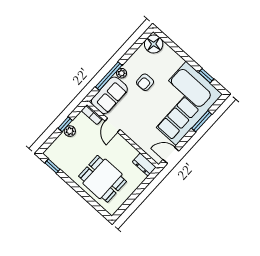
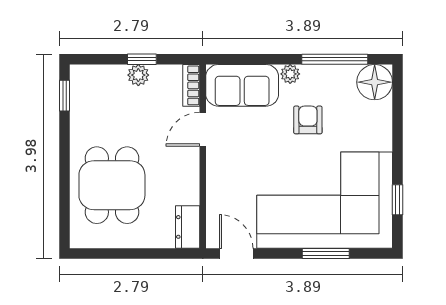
window: (109, 76) -> (335, 59), moved
armchair: (145, 82) -> (308, 120), turned 90

